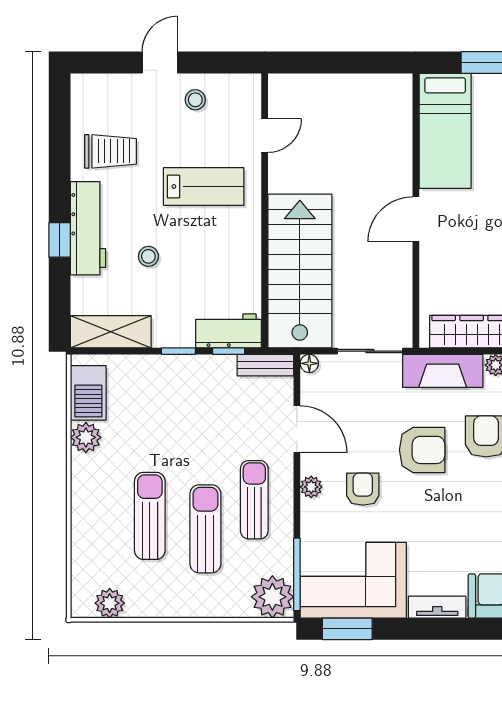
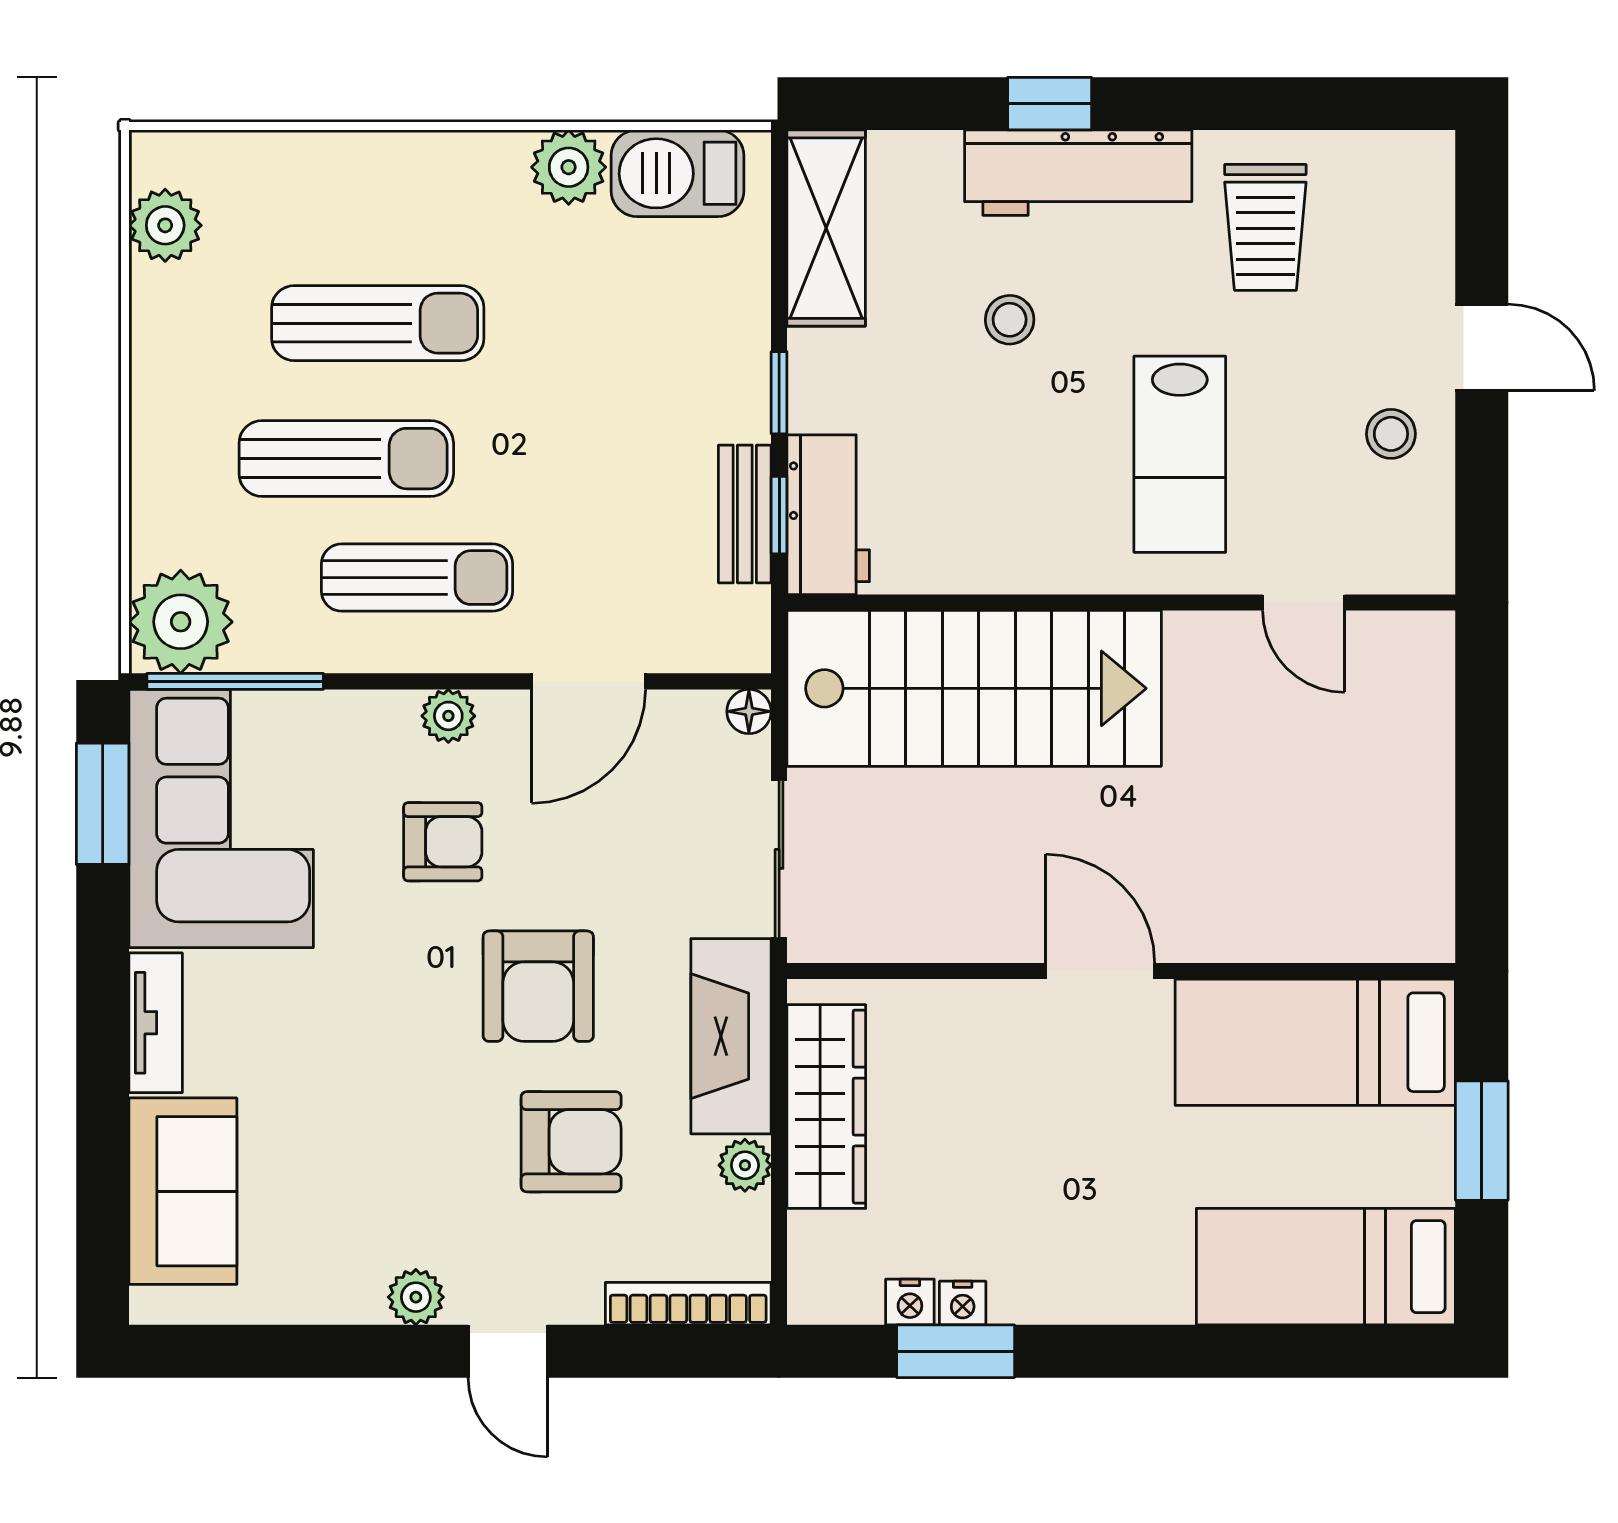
bench: (265, 365) -> (745, 514), moved

